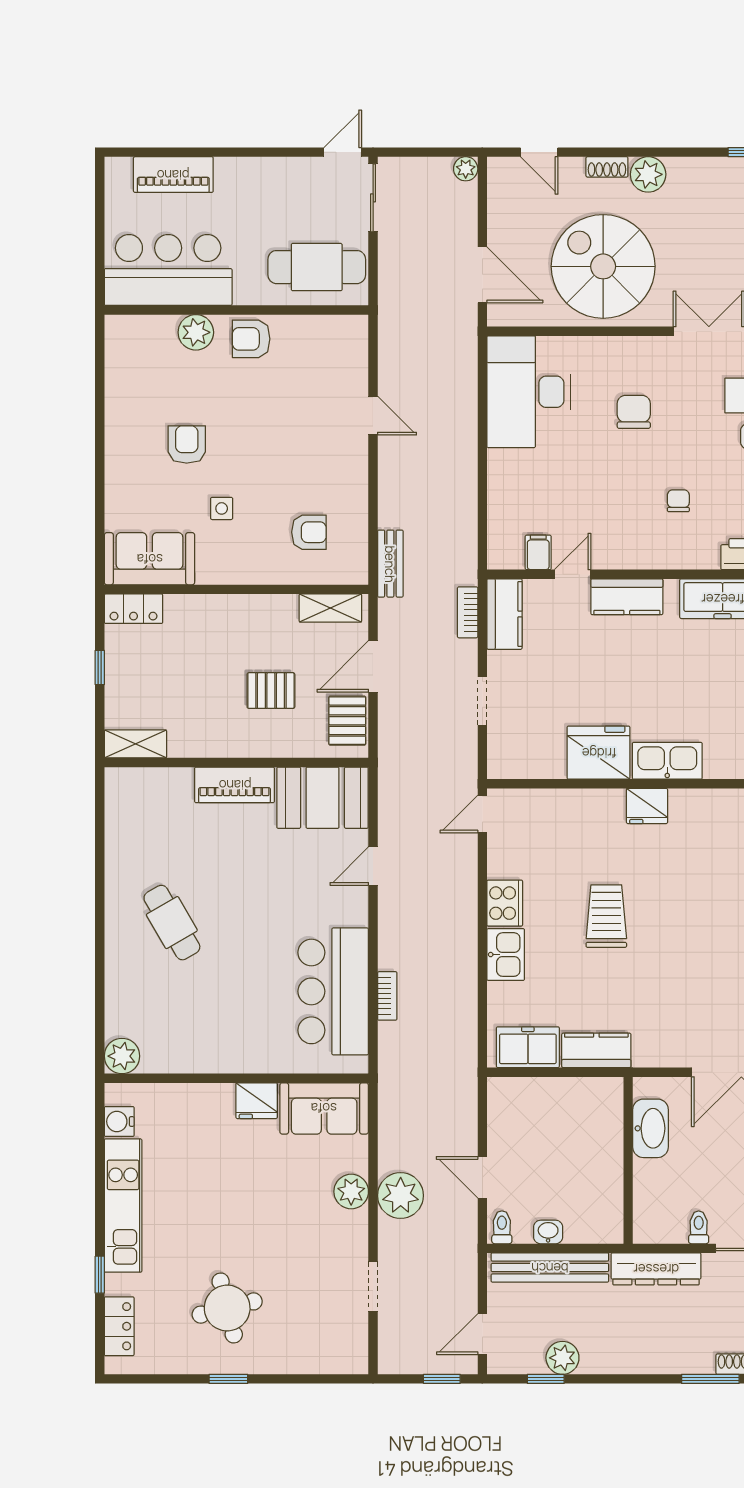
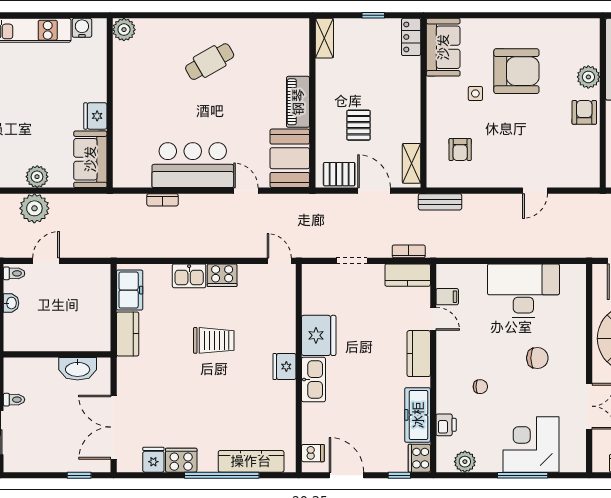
desk: (529, 392) -> (523, 291), moved
armchair: (187, 445) -> (516, 71), width x1.88, depth x1.88
bar counter: (333, 991) -> (193, 165), moved

